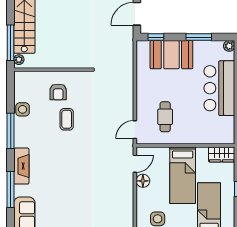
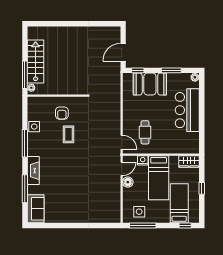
door: (135, 130) -> (122, 142), swing flipped
nightstand: (162, 153) -> (143, 160), added

